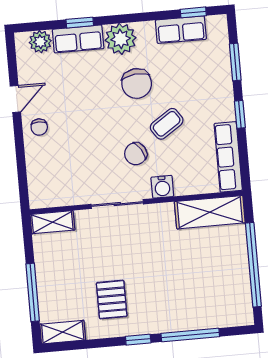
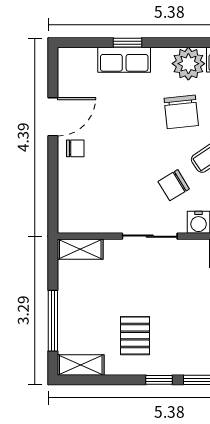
plant: (121, 39) -> (188, 64), moved
plant: (40, 42) -> (84, 59), removed
door: (15, 99) -> (53, 117), width x1.38
chair: (39, 127) -> (75, 148), turned -90

